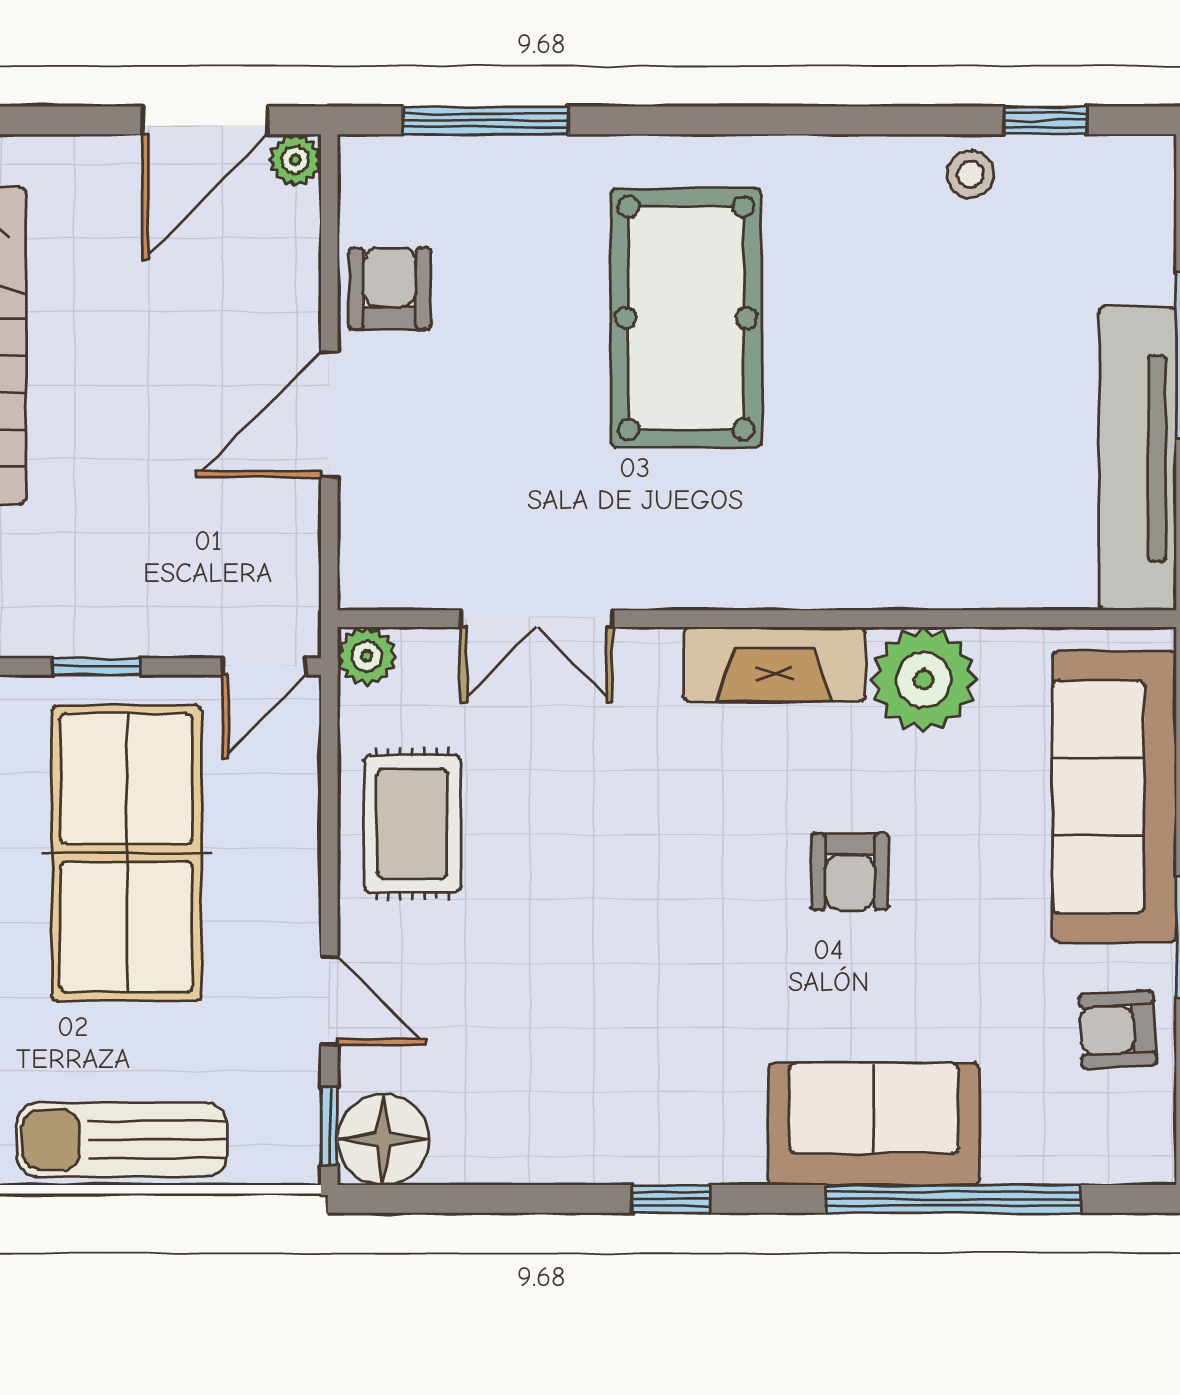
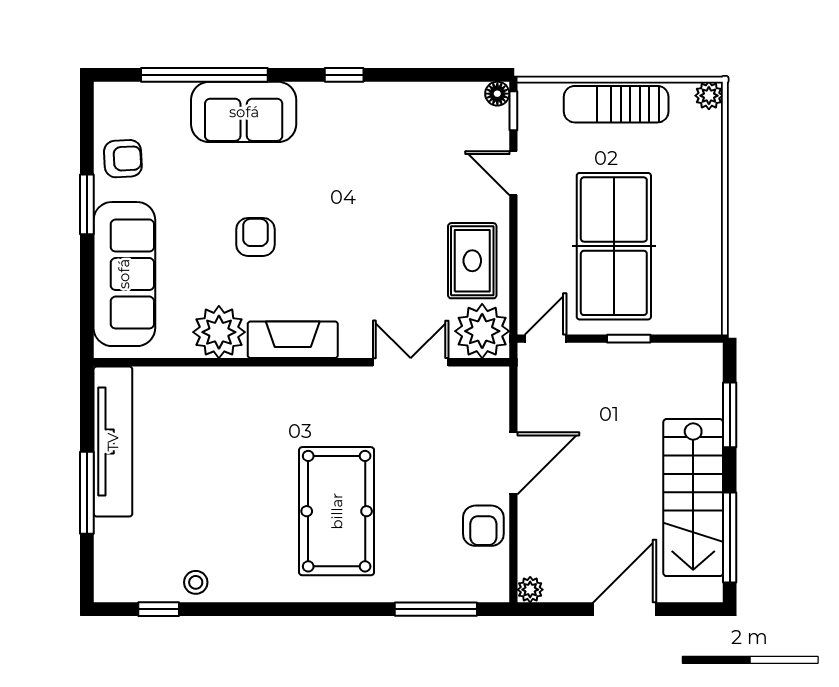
door: (205, 120) -> (625, 609), moved
plant: (367, 656) -> (482, 331), width x1.88, depth x1.88
floor lamp: (383, 1139) -> (497, 94), width x0.53, depth x0.53
sun lounger: (122, 1140) -> (616, 104), turned 180

